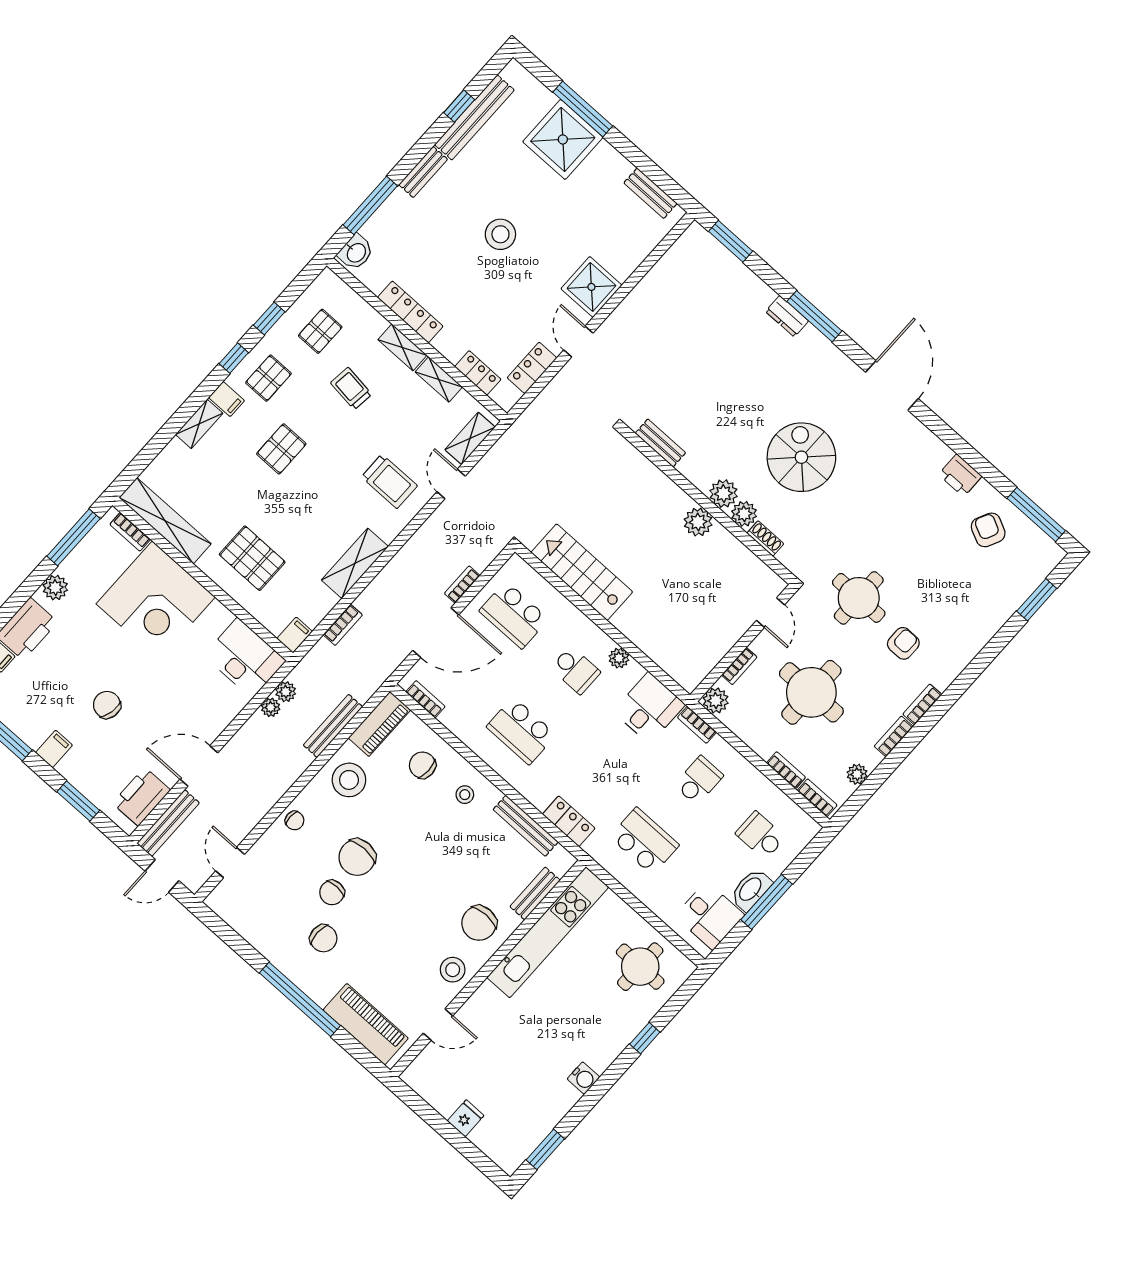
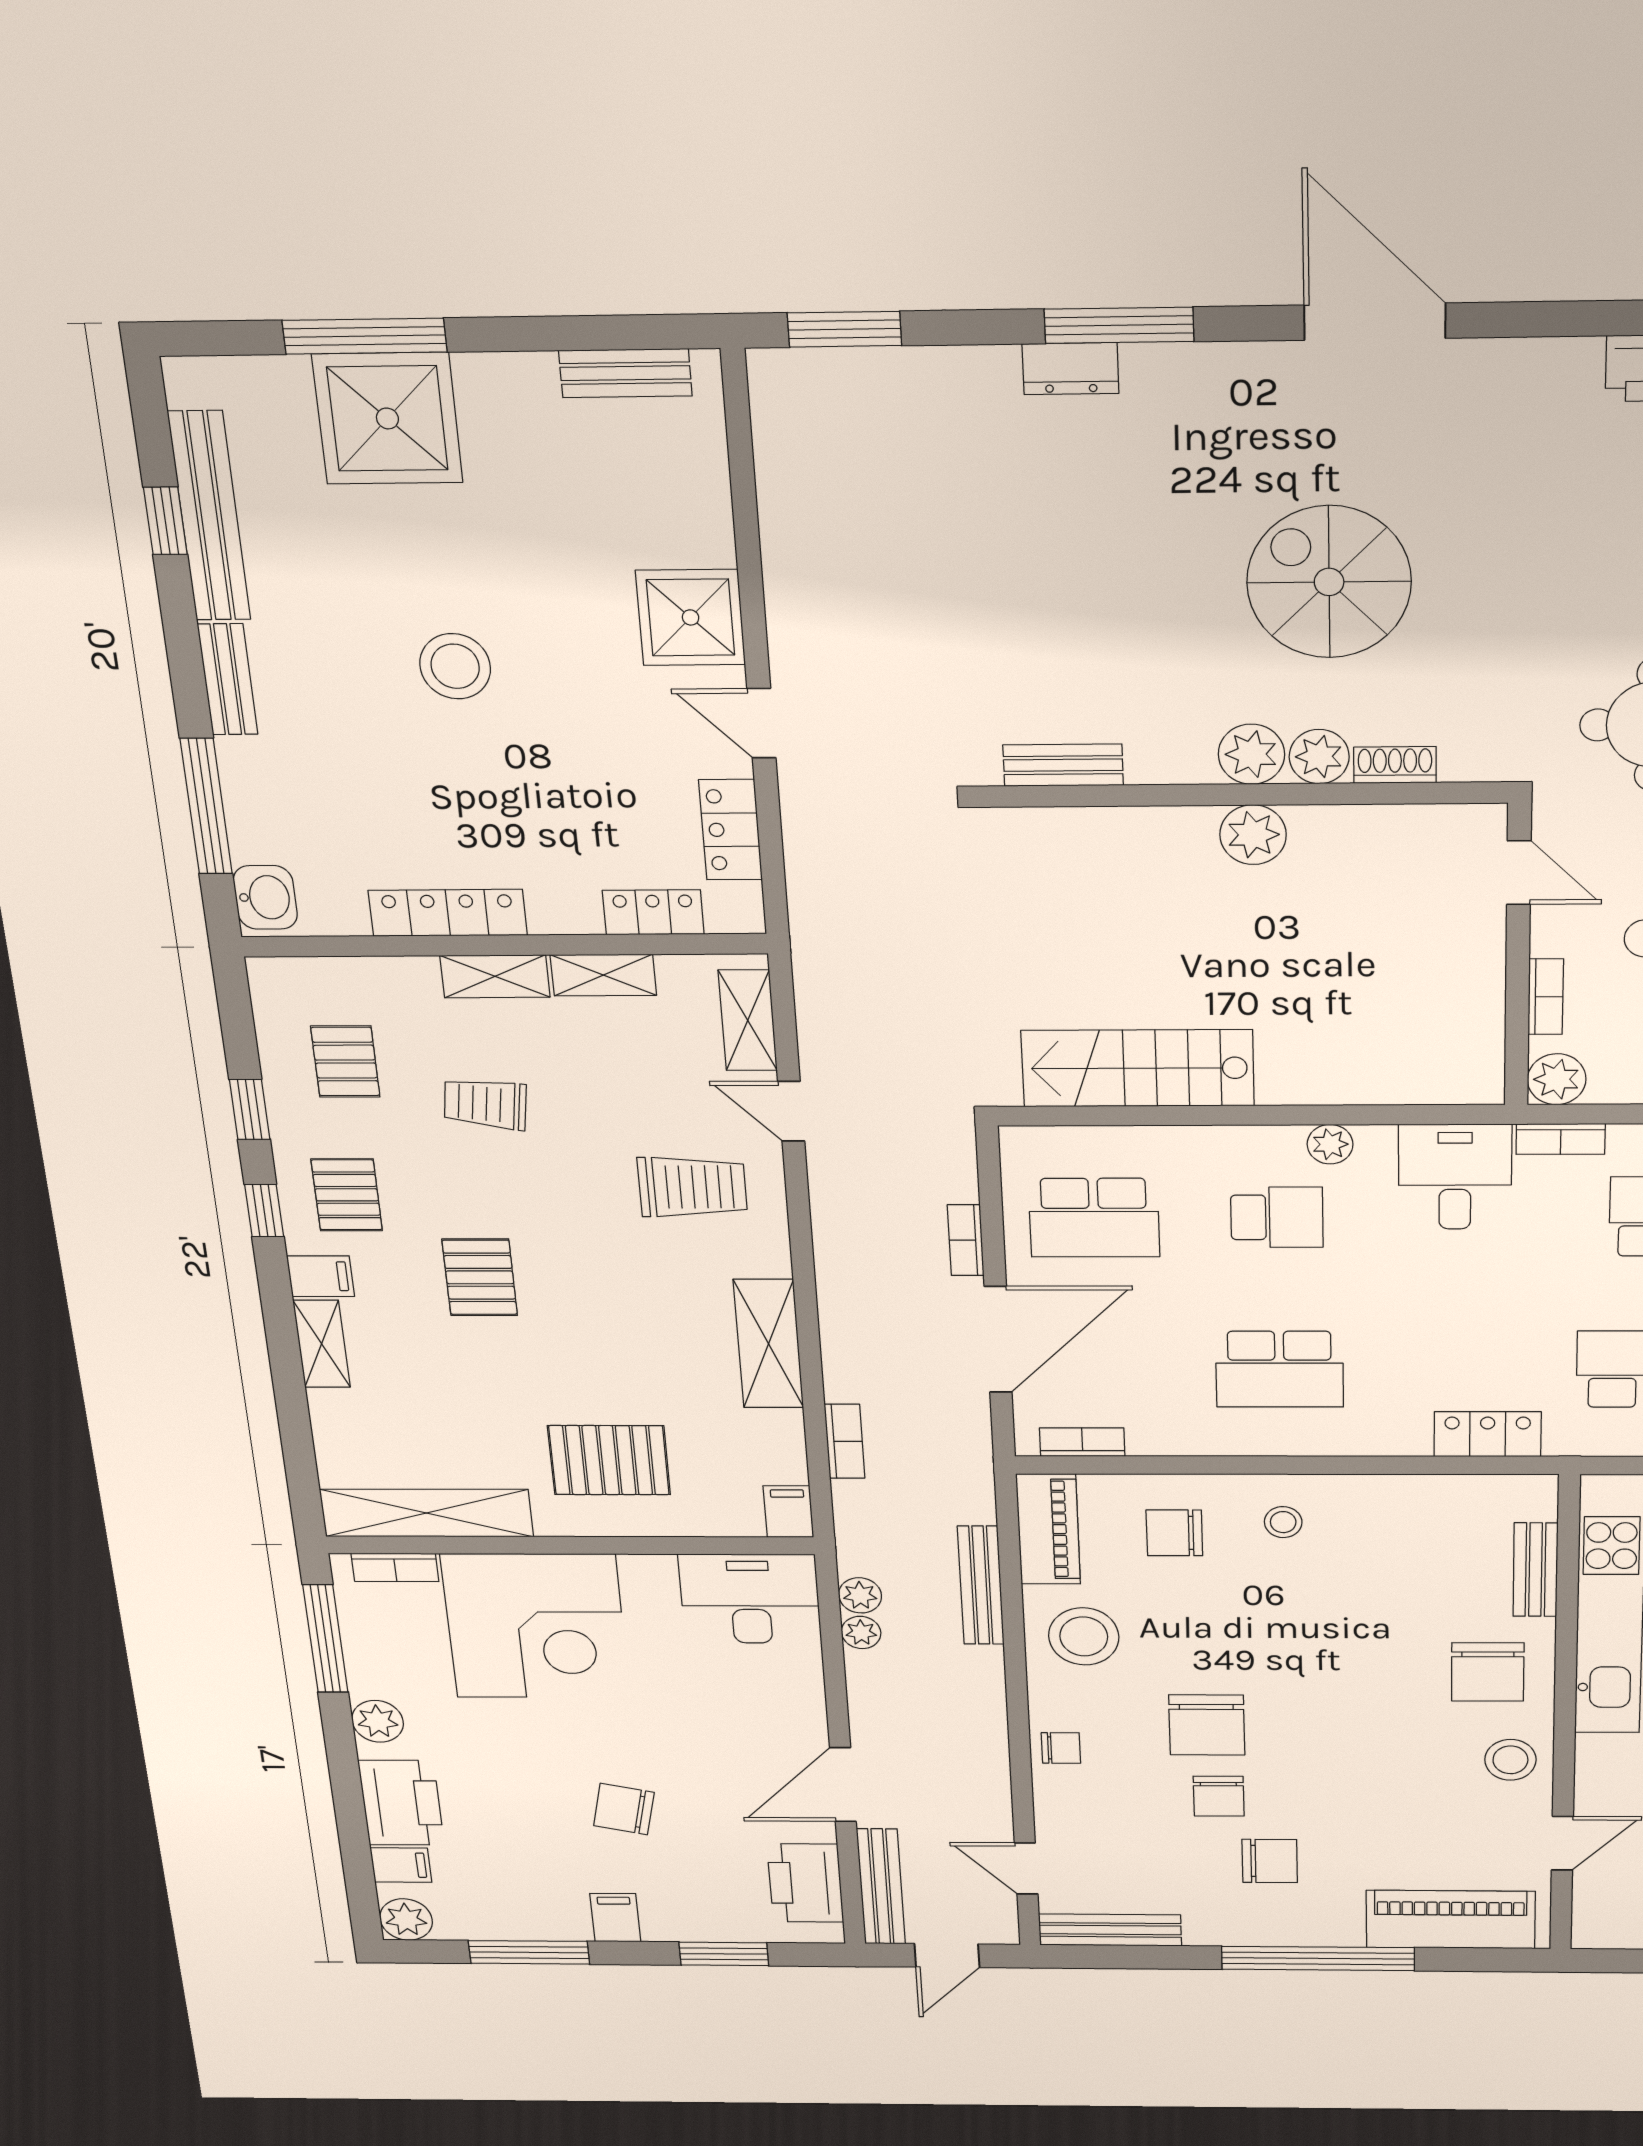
bench: (526, 826) -> (1110, 1930), moved

